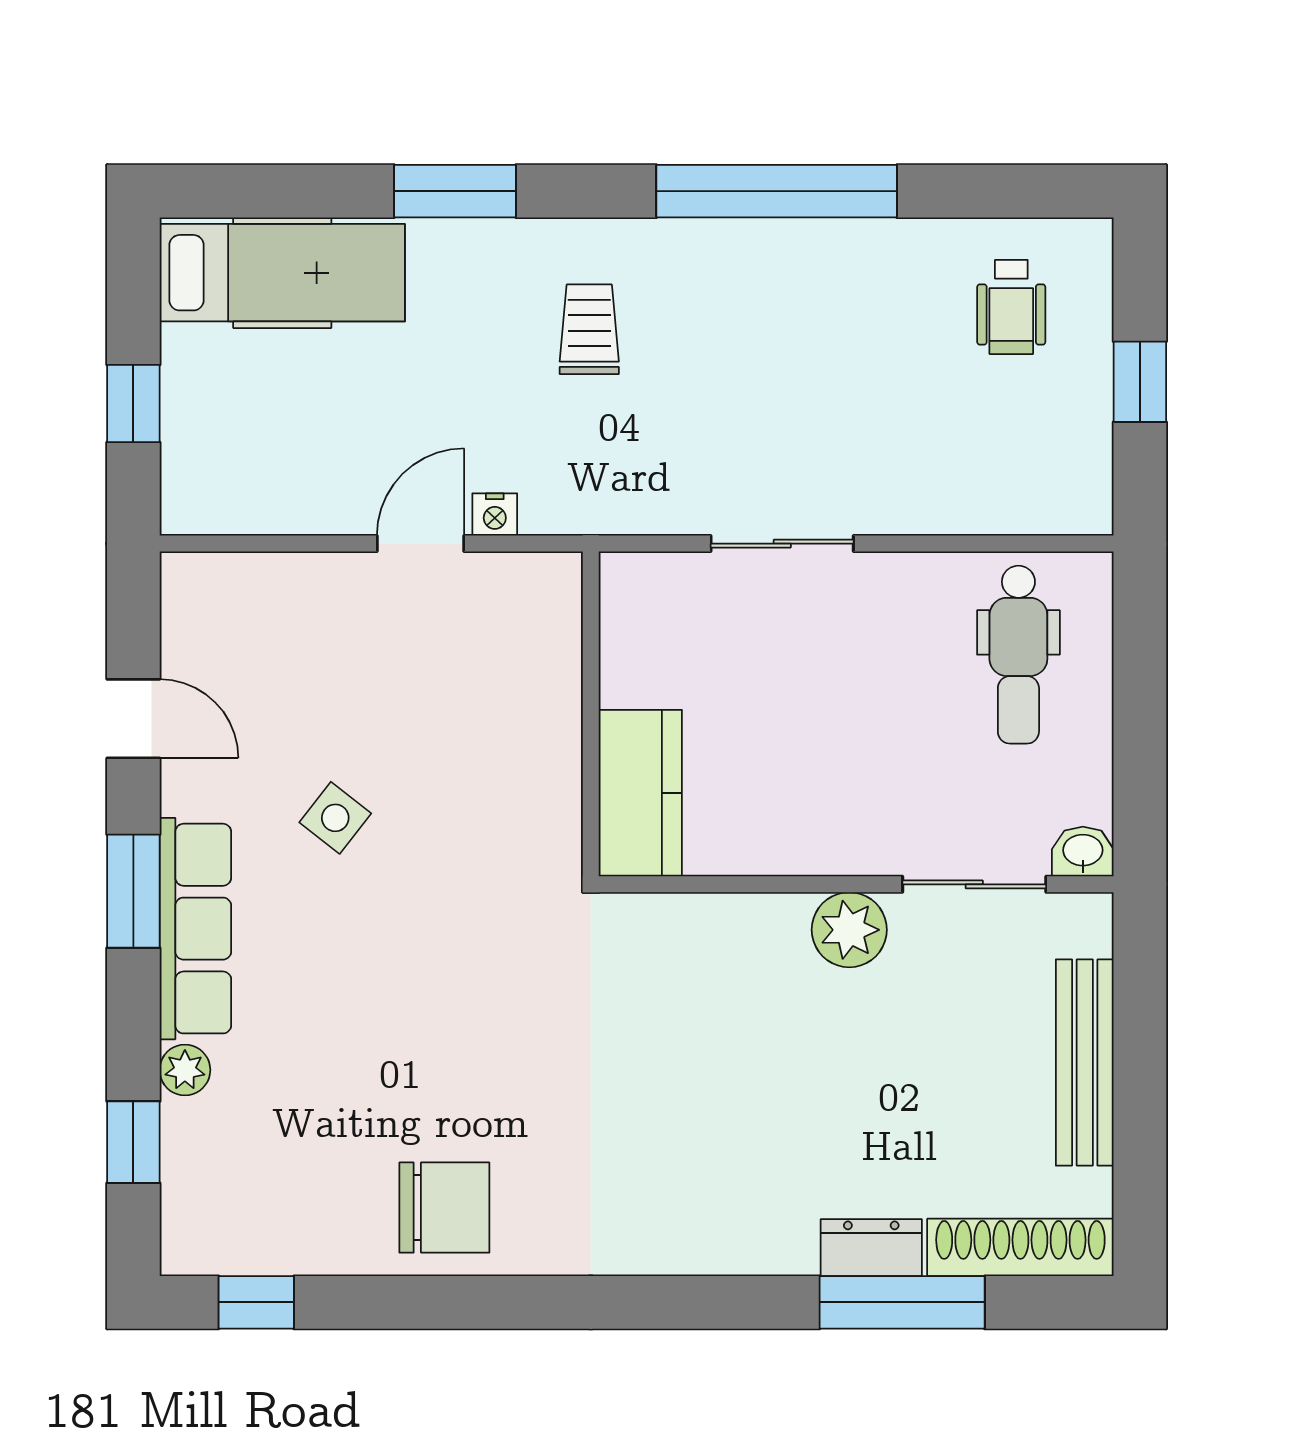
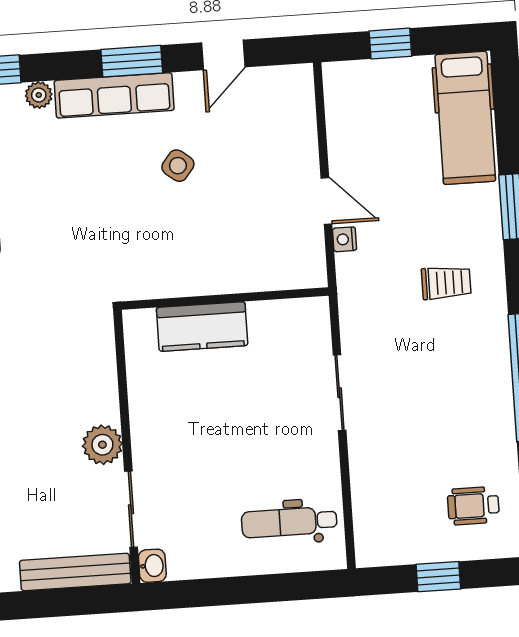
washbasin: (1083, 852) -> (152, 566), moved
wall: (856, 884) -> (127, 447), moved
sliding door: (974, 884) -> (131, 509), moved
plant: (849, 930) -> (102, 445), moved

